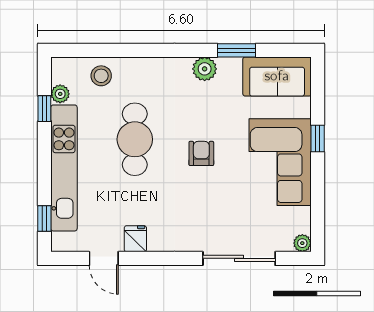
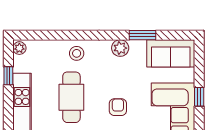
stool: (101, 76) -> (77, 53), moved
plant: (60, 94) -> (19, 48), moved

